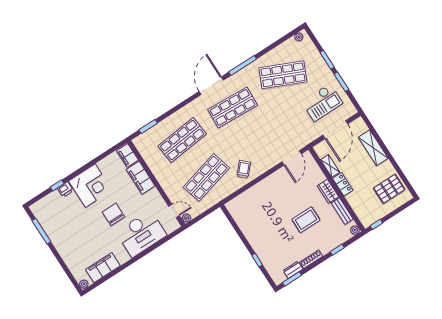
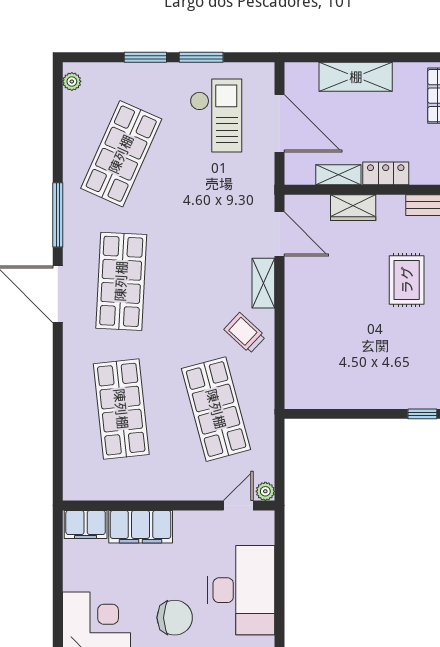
window: (148, 127) -> (58, 454), removed
shelving: (268, 164) -> (263, 283), added
wardrobe: (328, 191) -> (353, 208), moved
chair: (113, 214) -> (175, 618), turned 180

